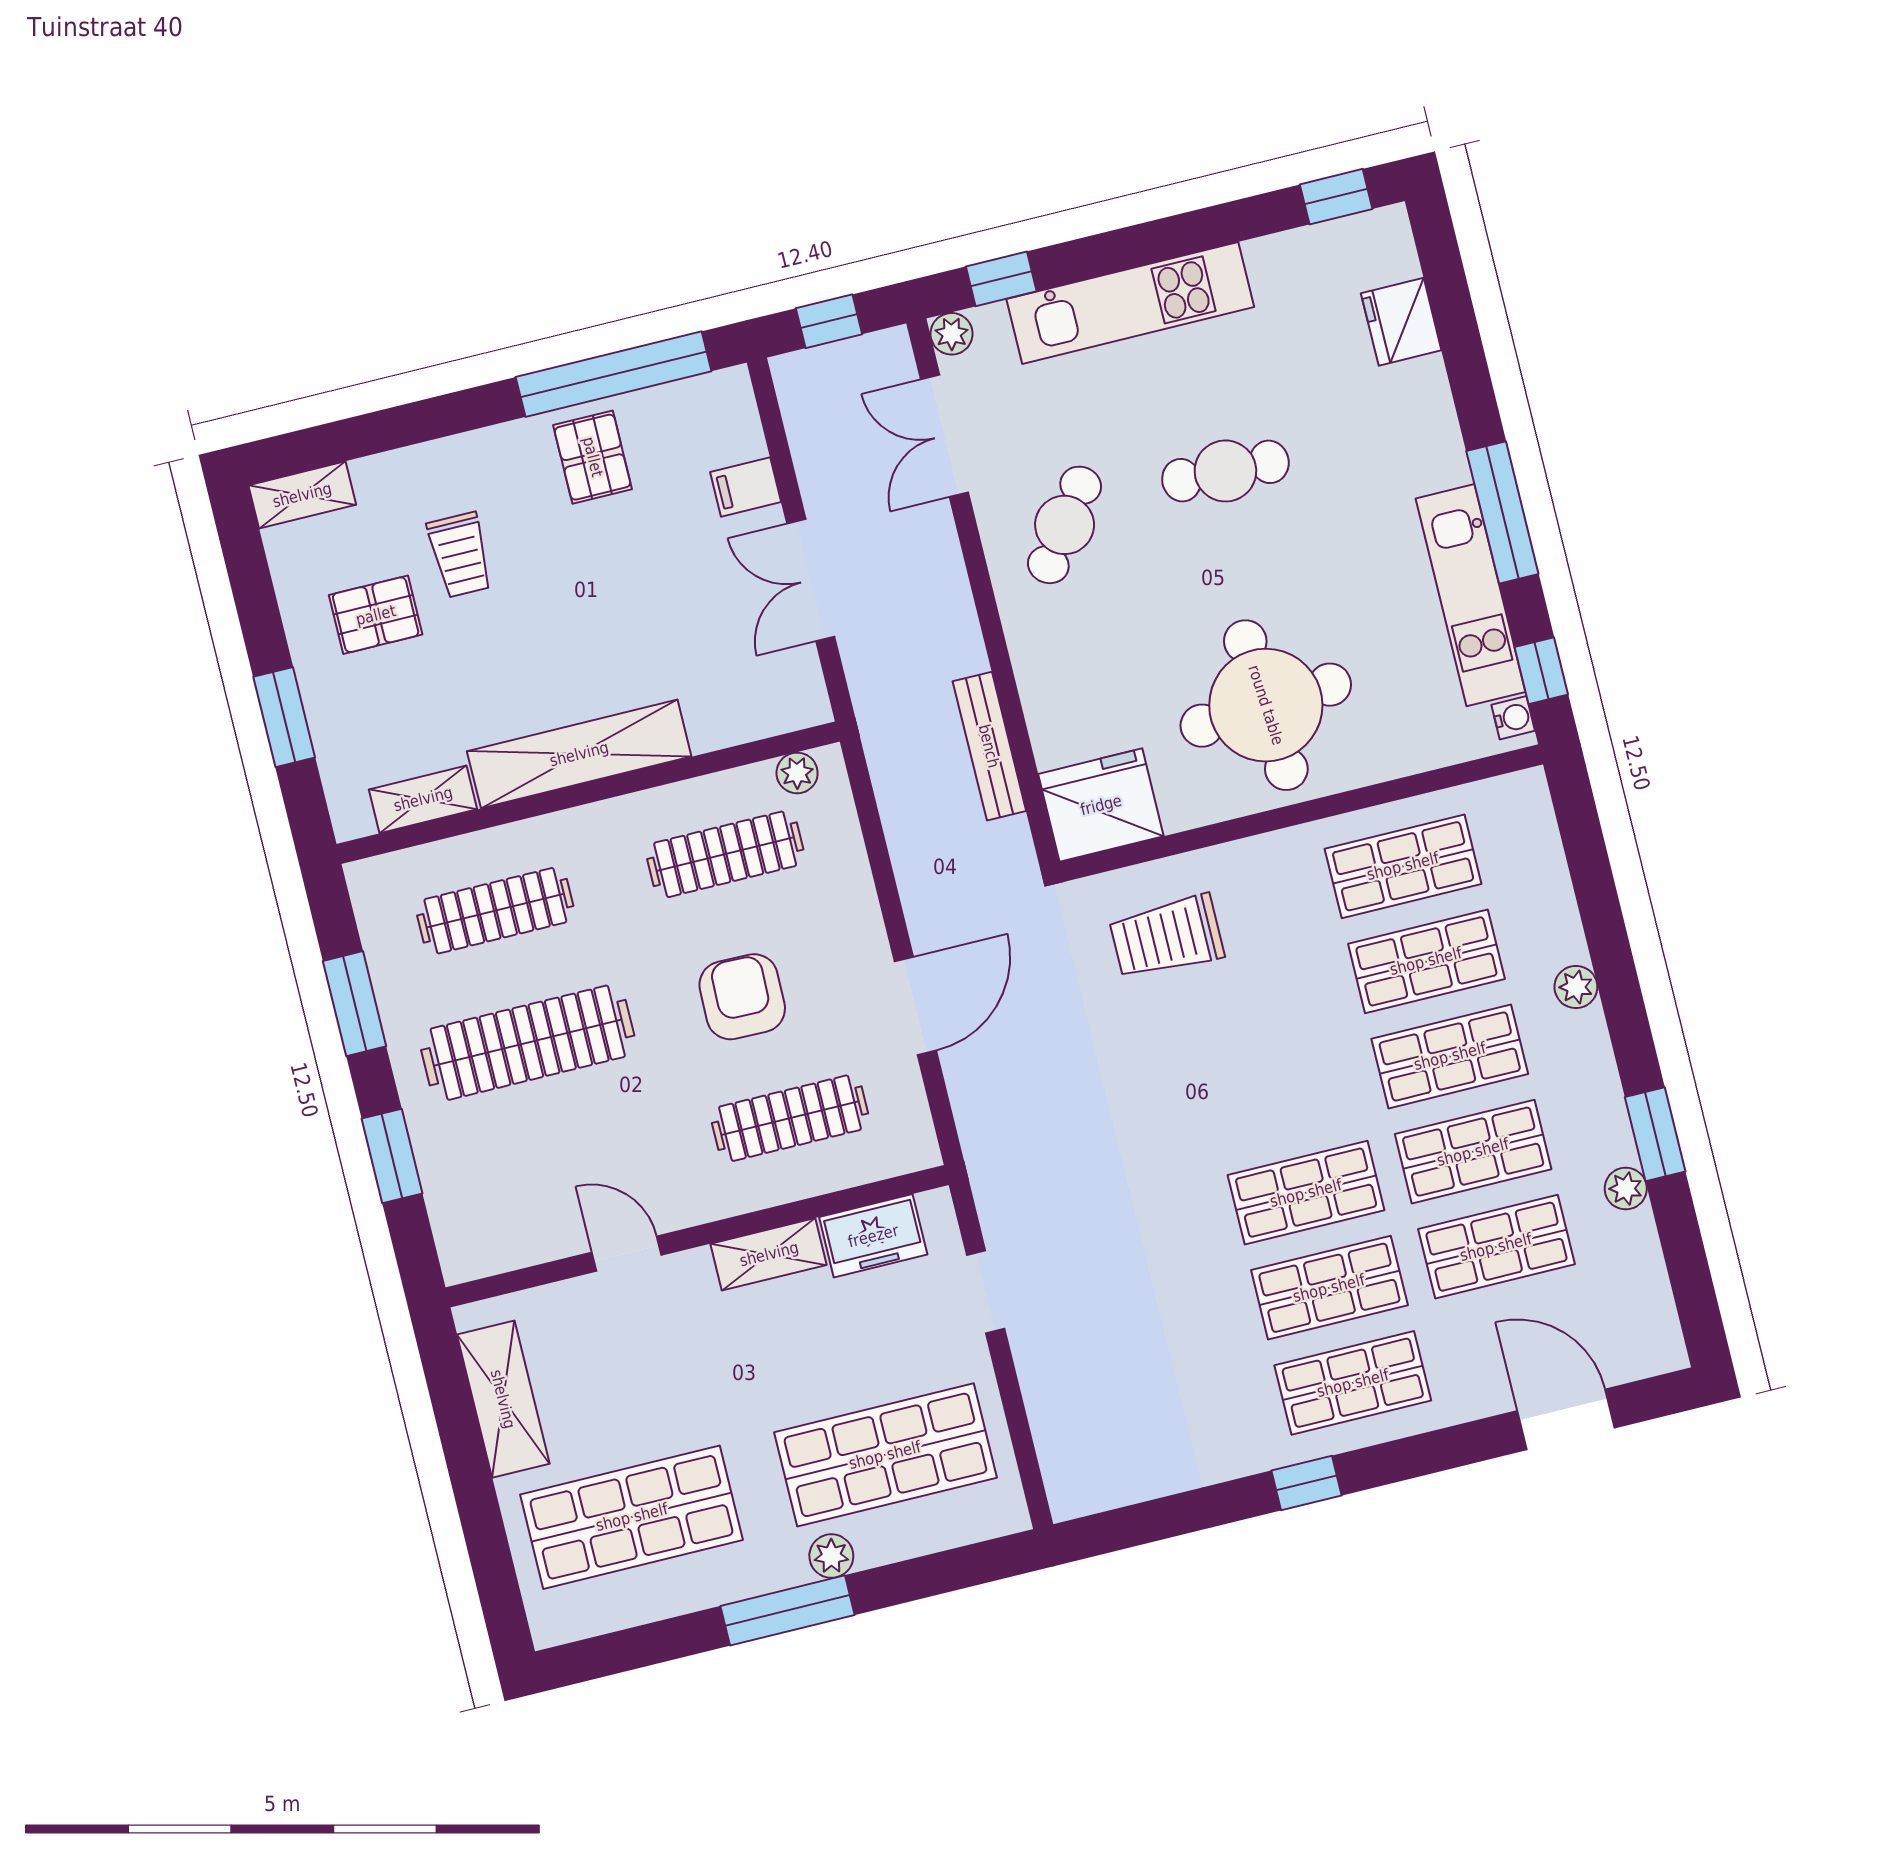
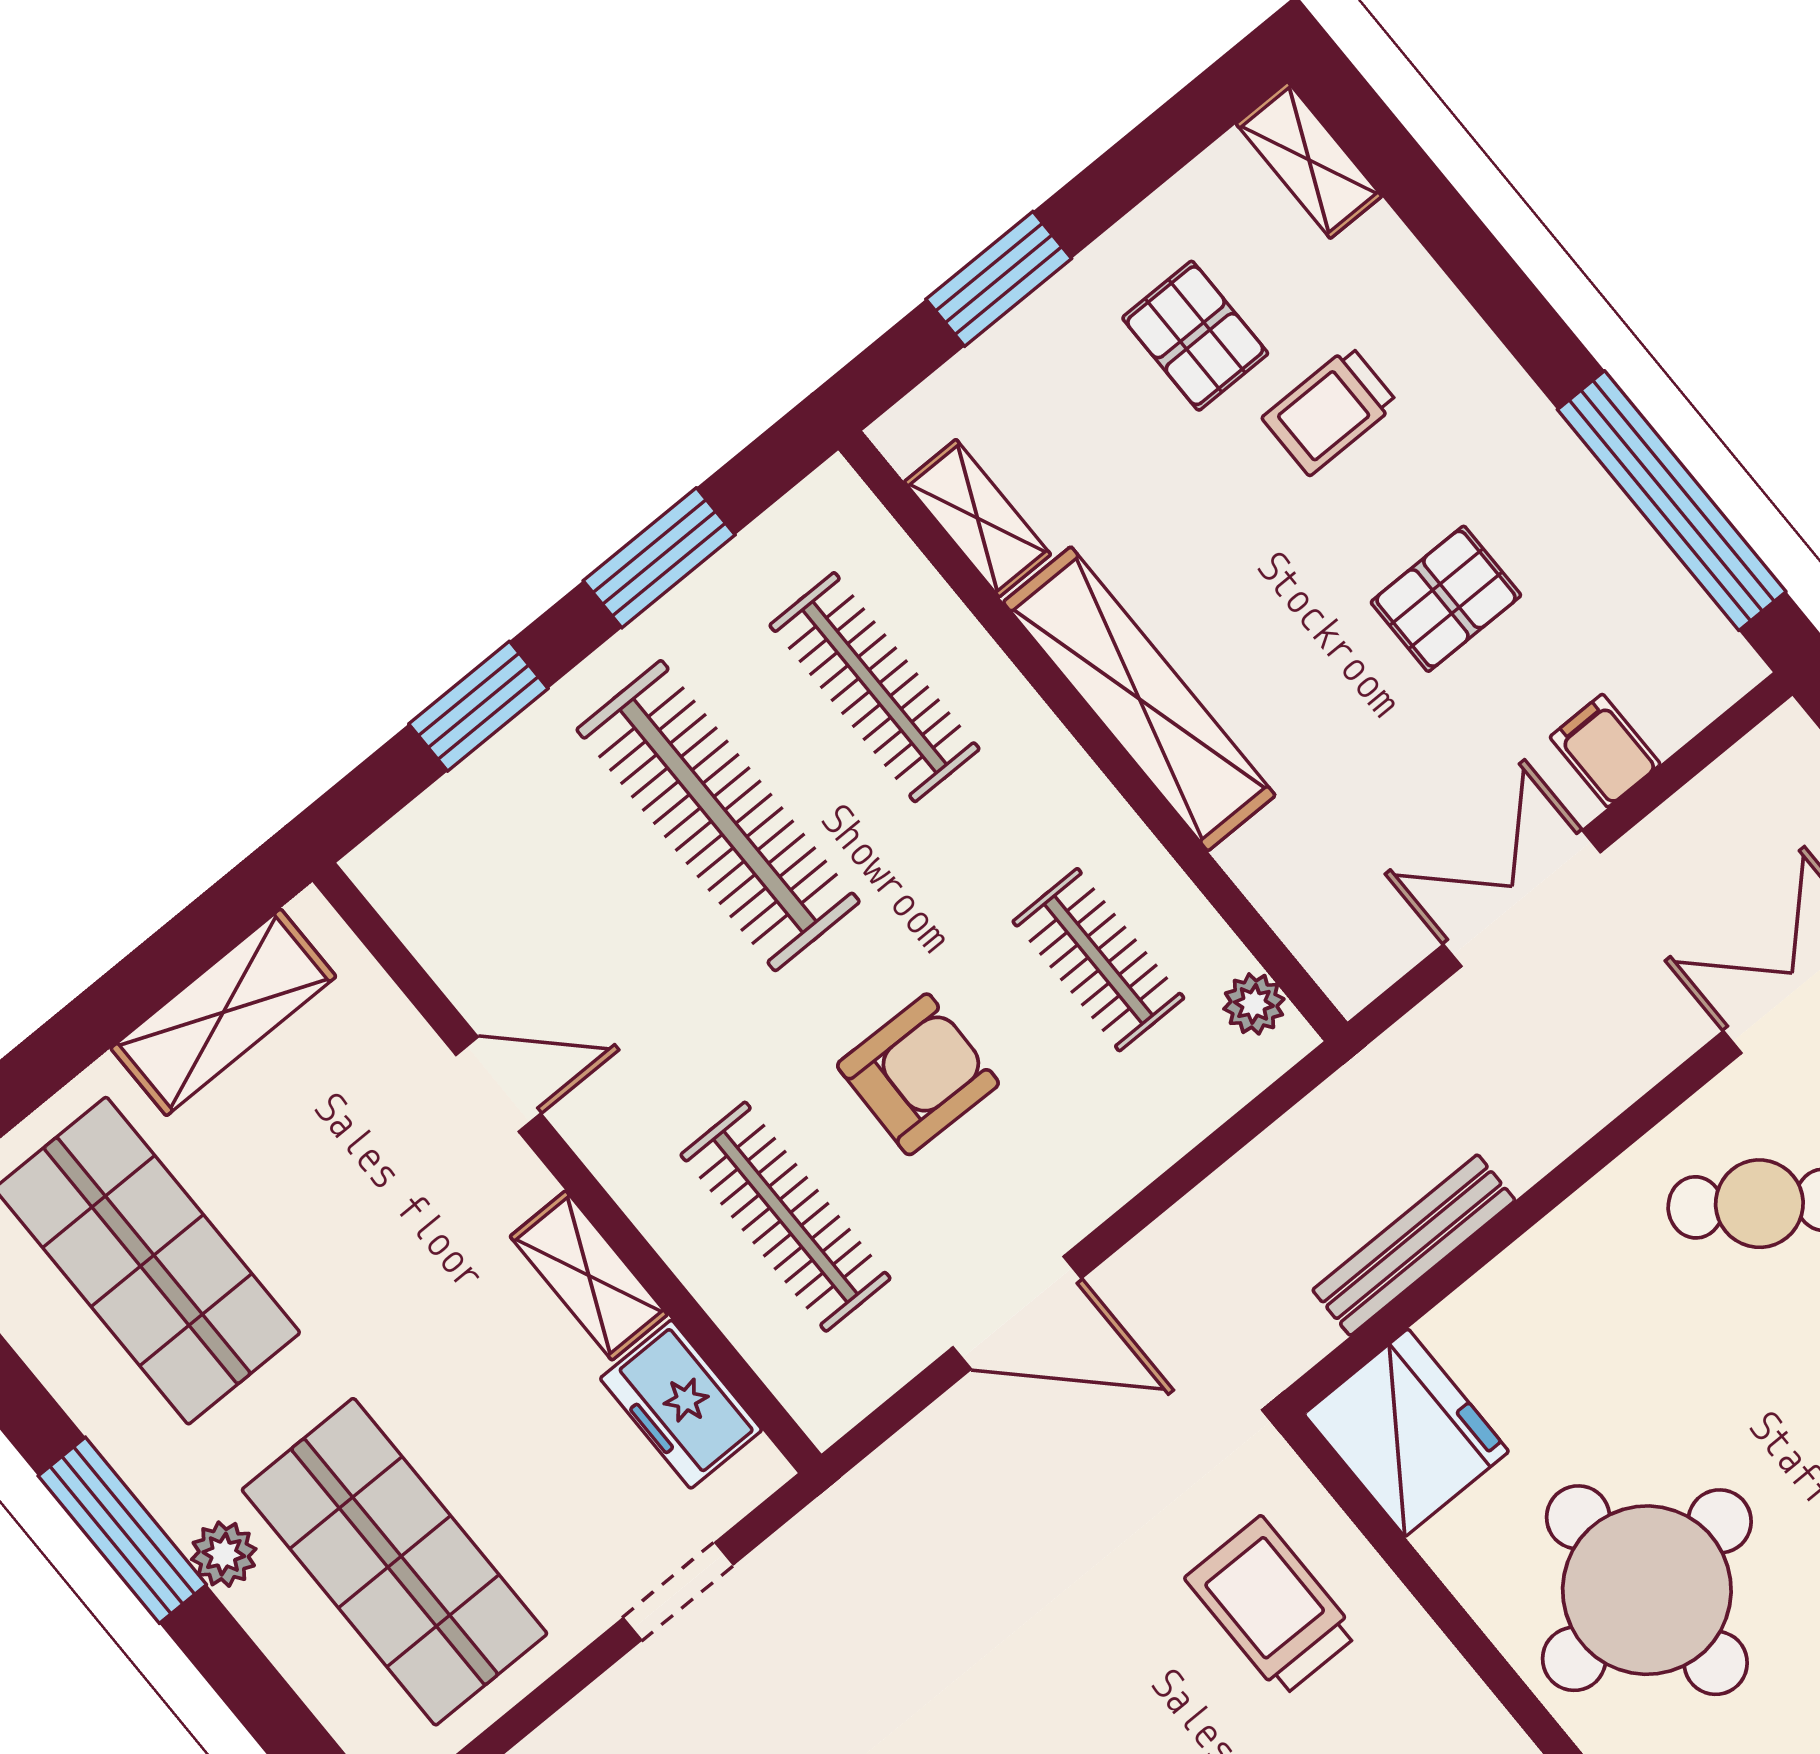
pallet: (593, 457) -> (1446, 599), moved
clothes rail: (725, 854) -> (1098, 960), width x0.73
door: (627, 1254) -> (498, 1084), hinge flipped

